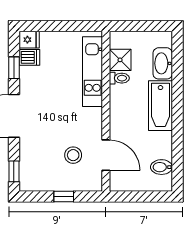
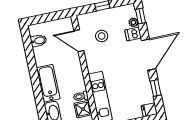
dishwasher: (29, 57) -> (133, 34), moved
plant: (26, 165) -> (133, 22), added

